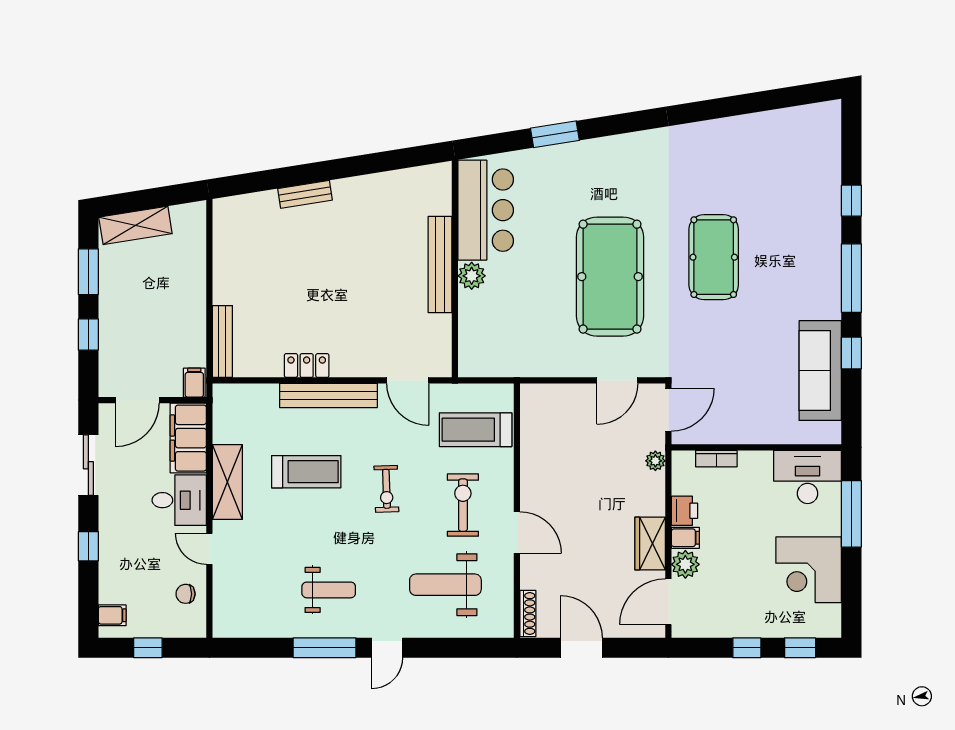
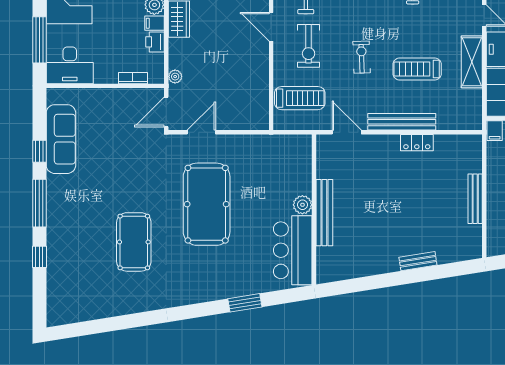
pool table: (714, 257) -> (134, 242), moved
bench: (222, 341) -> (475, 199), moved

